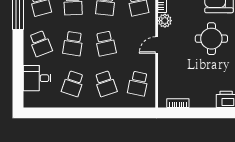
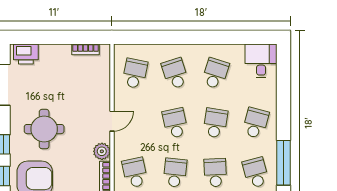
school desk: (40, 44) -> (256, 123), turned 36
desk: (37, 78) -> (261, 61), moved, turned -90

